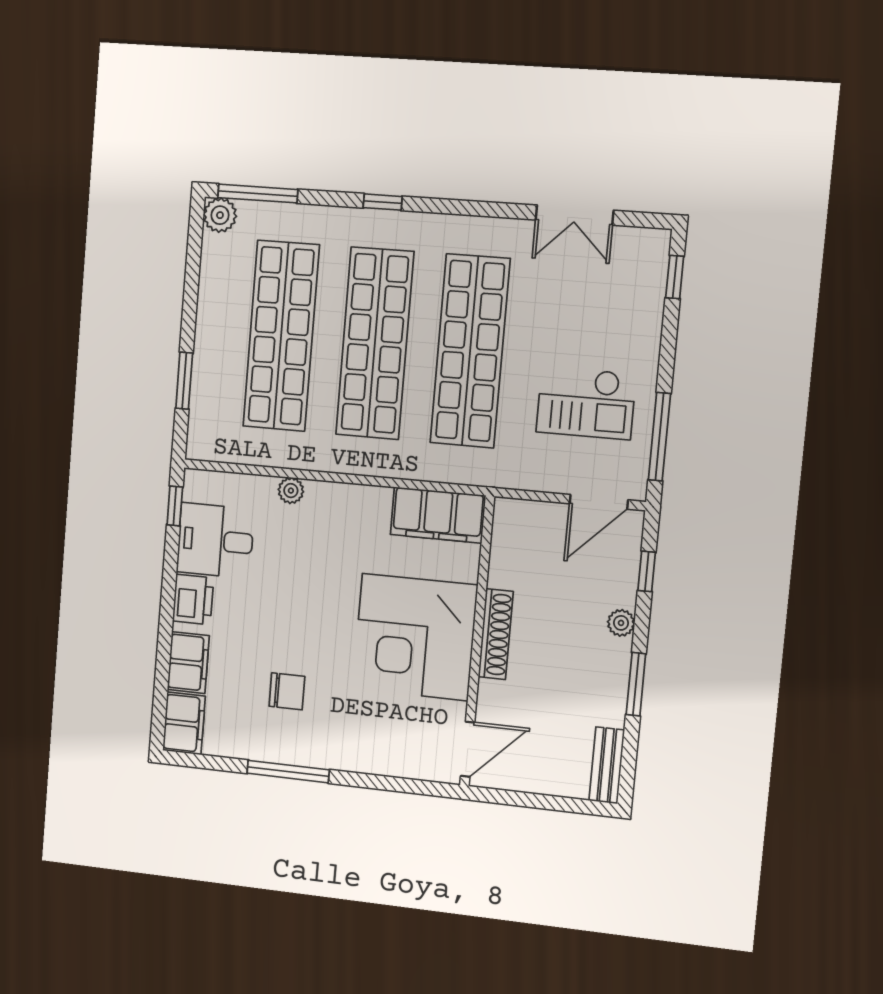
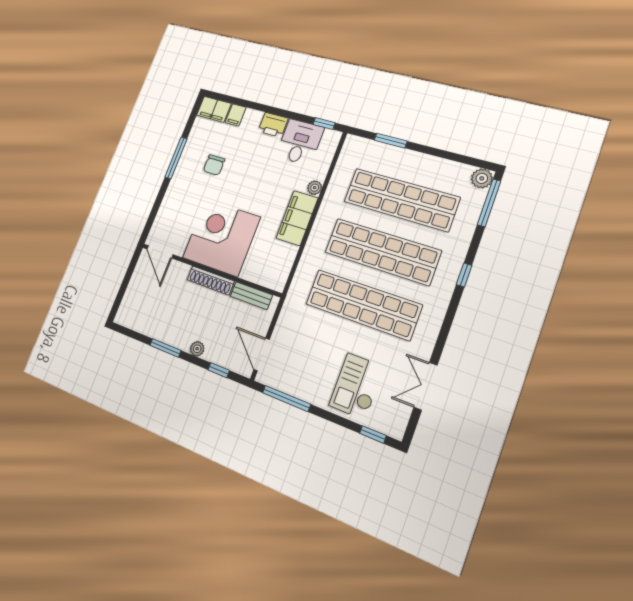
checkout: (586, 403) -> (356, 386), moved
filing cabinet: (438, 515) -> (297, 218), moved
filing cabinet: (188, 663) -> (236, 115), width x0.50
bench: (607, 765) -> (251, 296), moved

